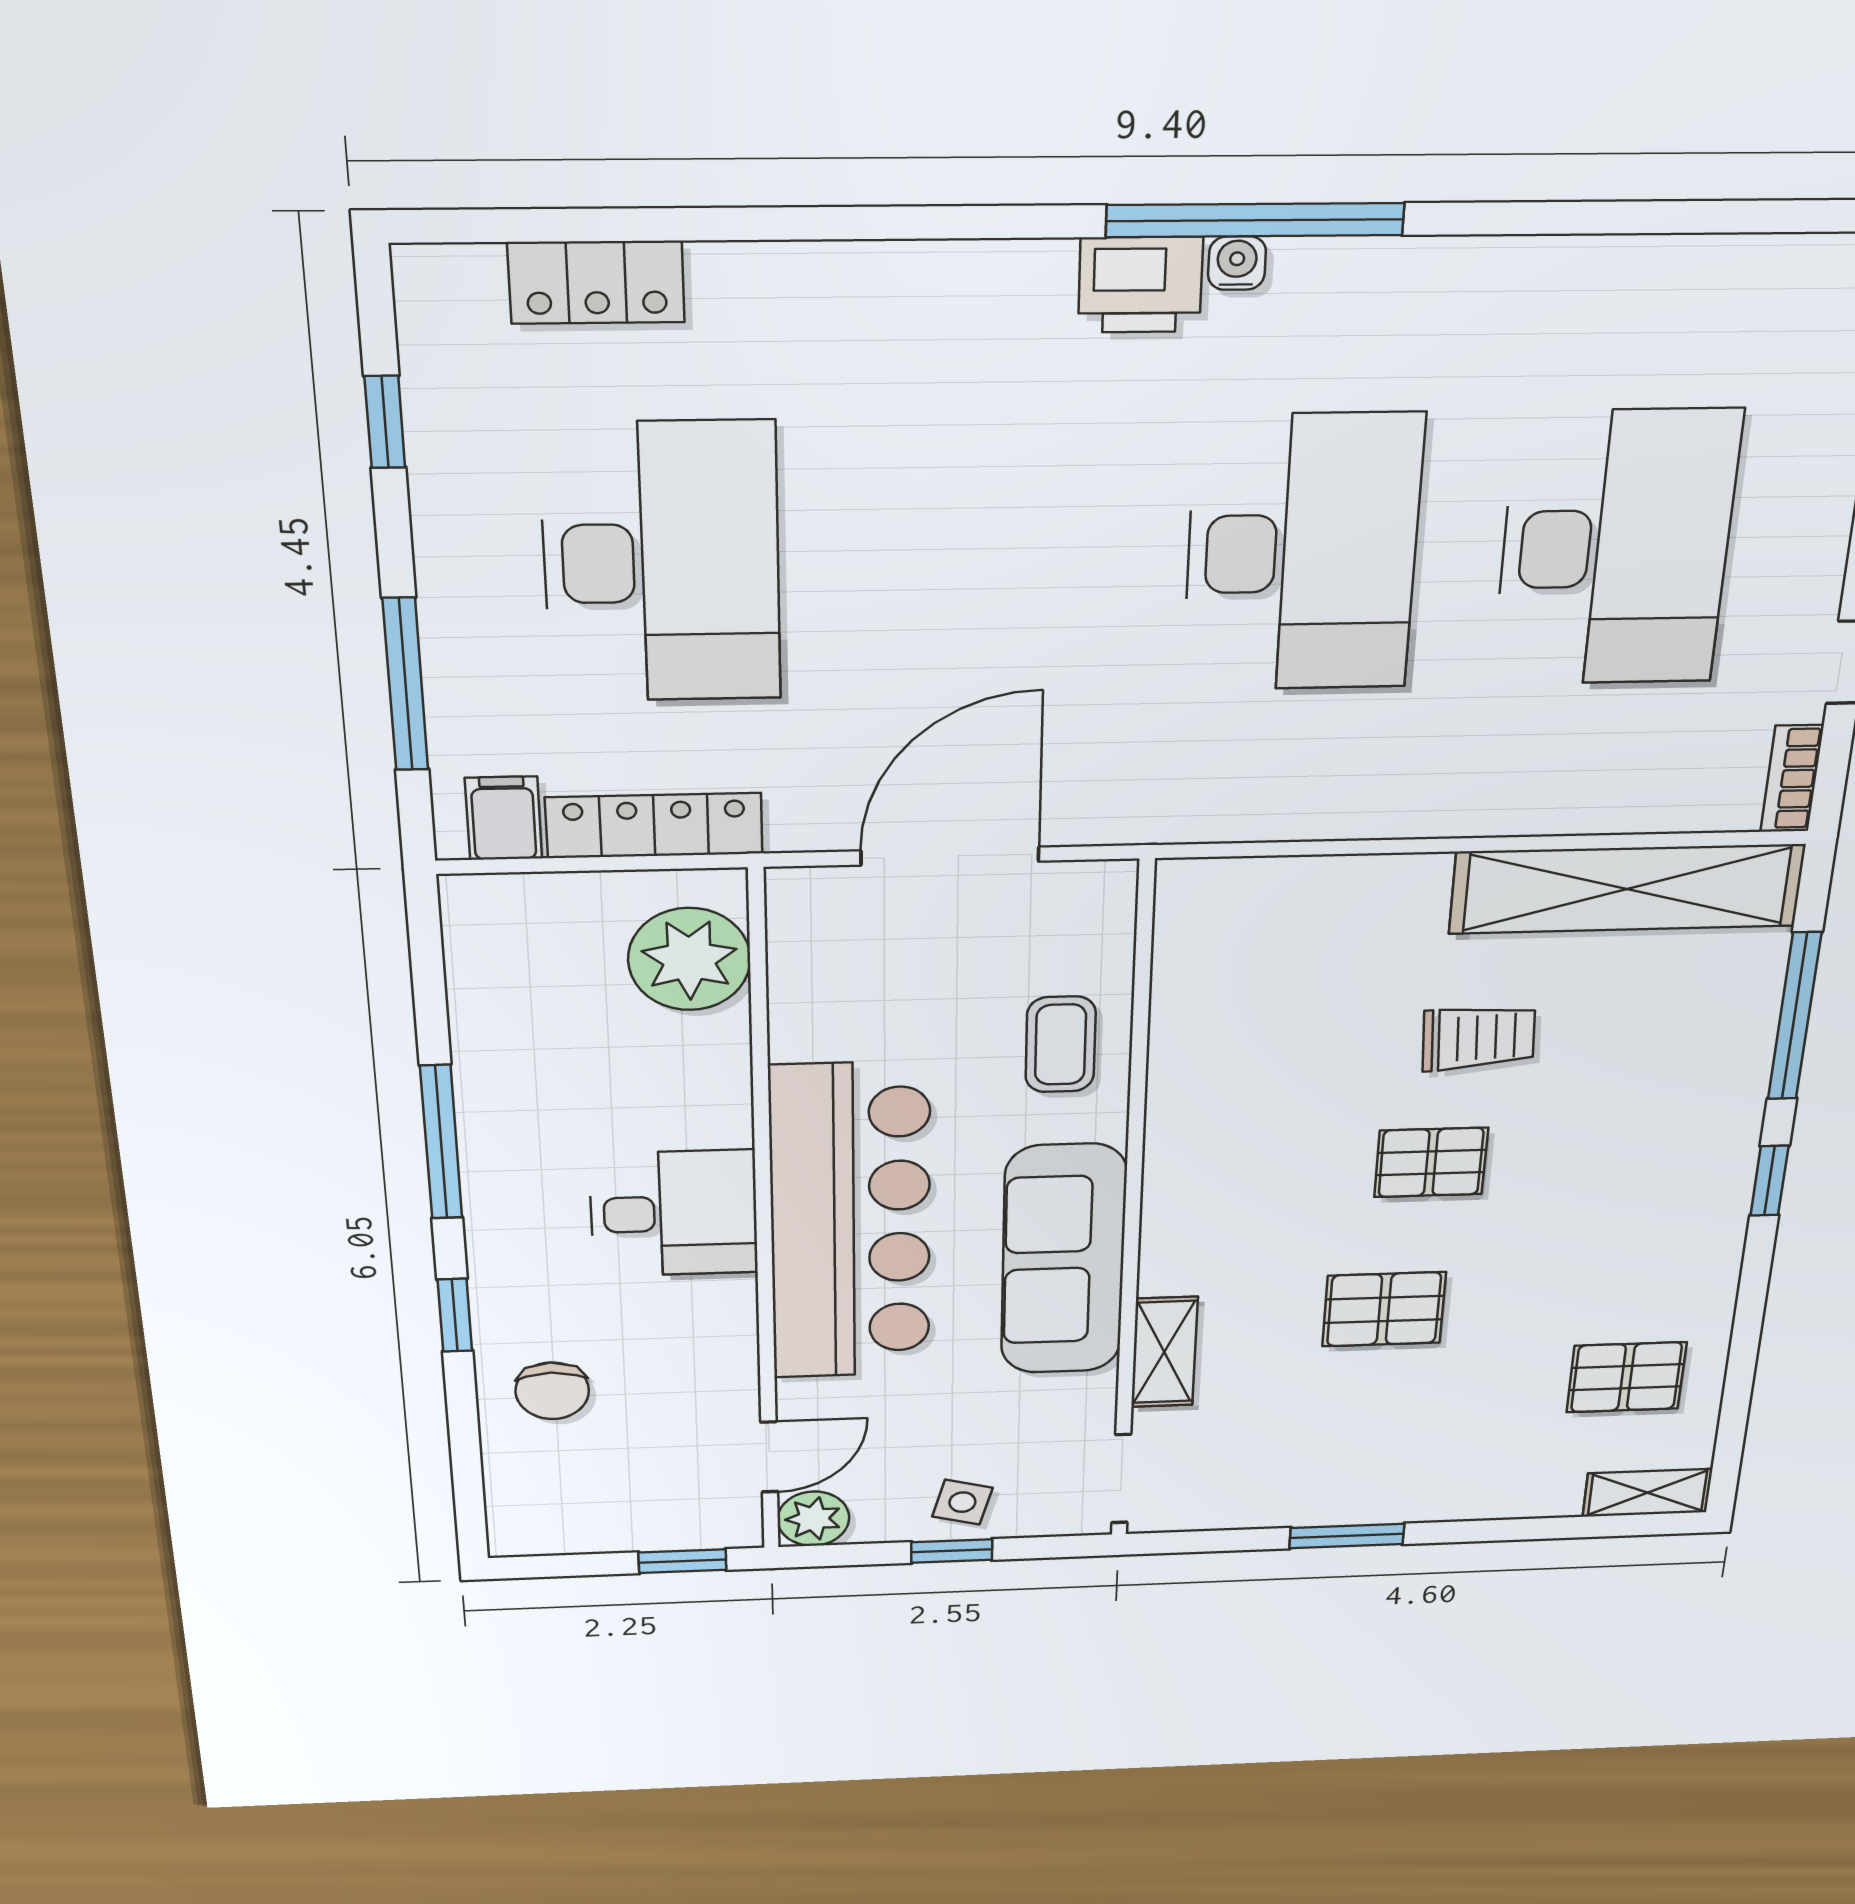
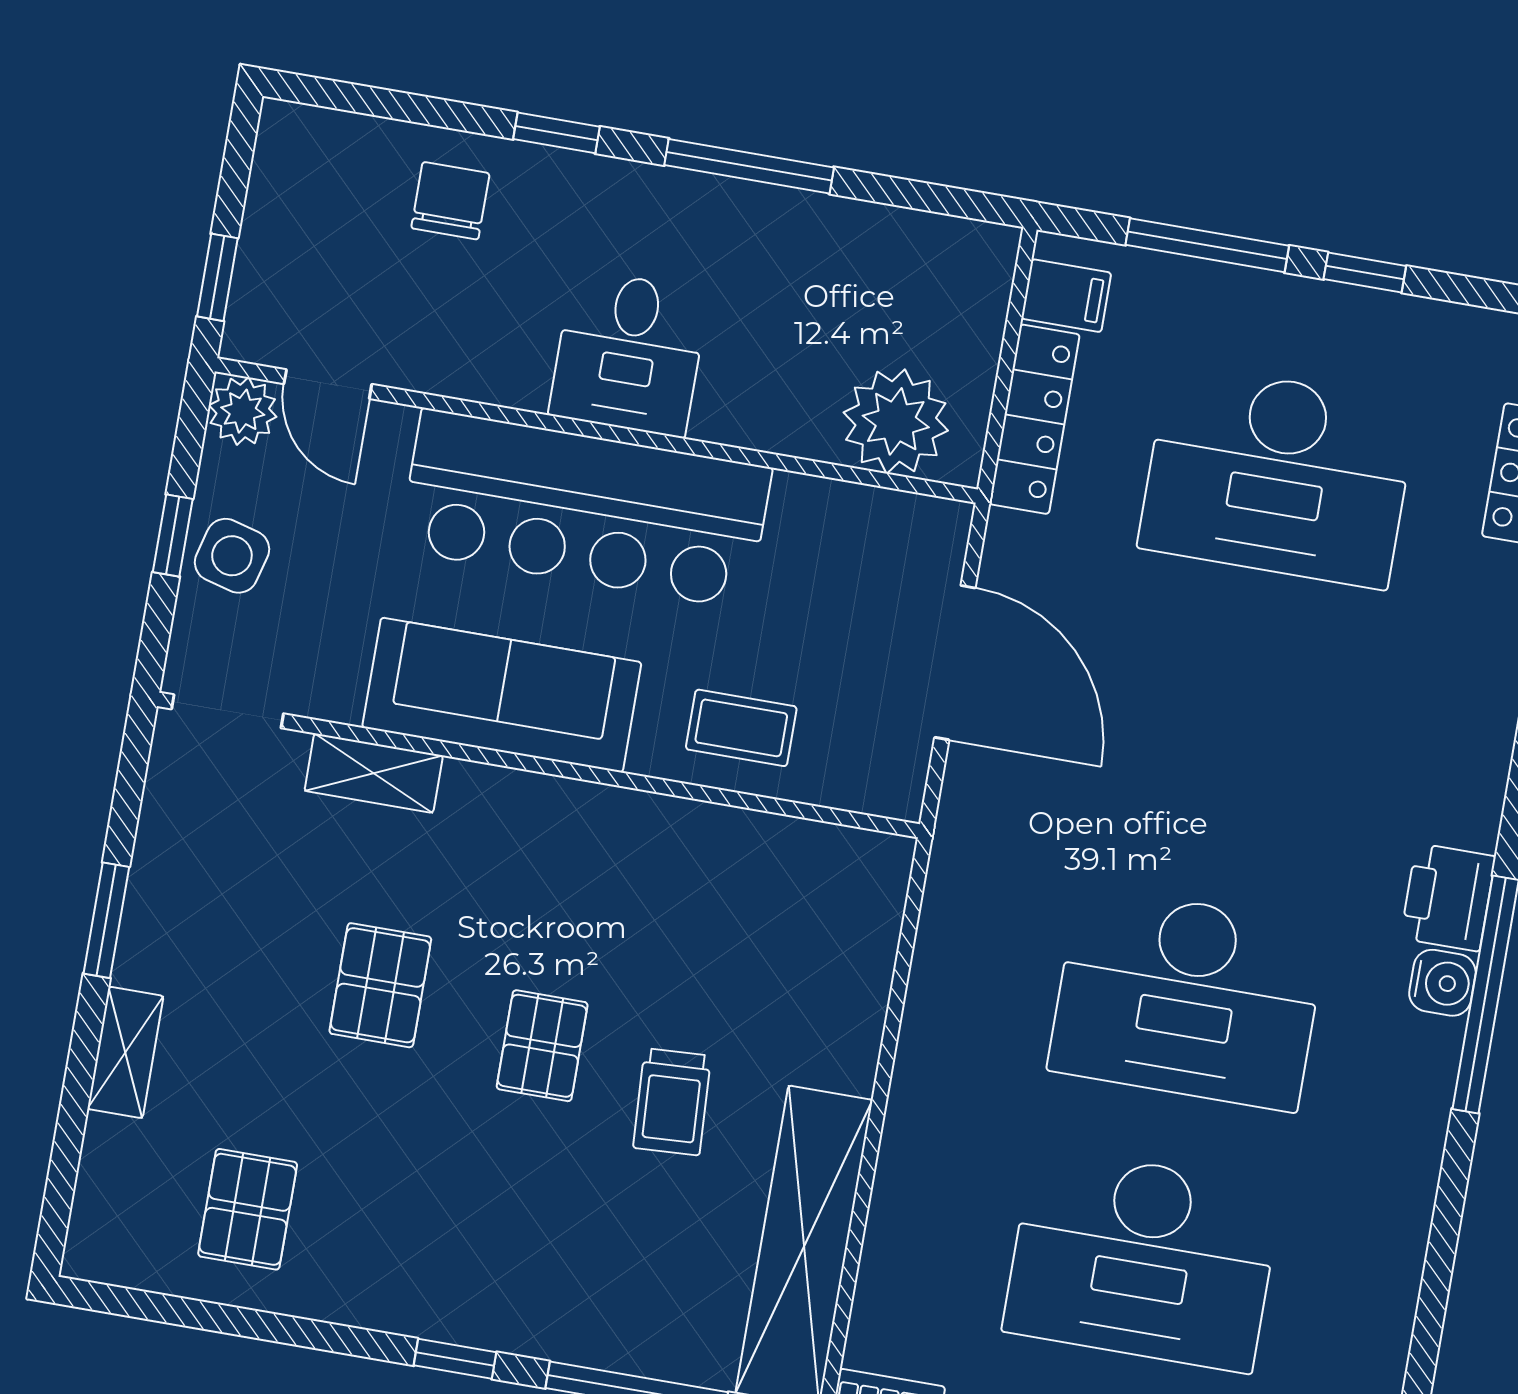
water cooler: (1237, 263) -> (1442, 983), width x1.38, depth x1.38
window: (385, 422) -> (1365, 273), moved
chair: (552, 1391) -> (450, 201), turned 90
shelving: (1647, 1493) -> (125, 1052), moved
side table: (962, 1502) -> (232, 556), width x1.37, depth x1.37

